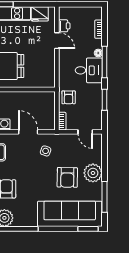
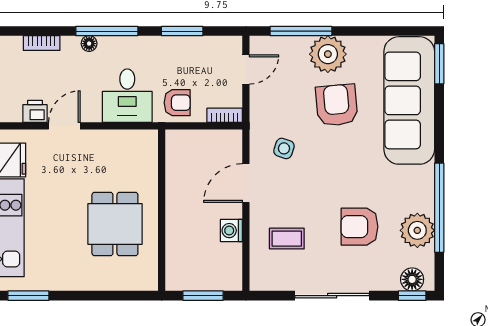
desk: (89, 70) -> (127, 96), moved, turned 180
armchair: (67, 177) -> (337, 105), turned -96
window: (105, 197) -> (301, 31), moved

